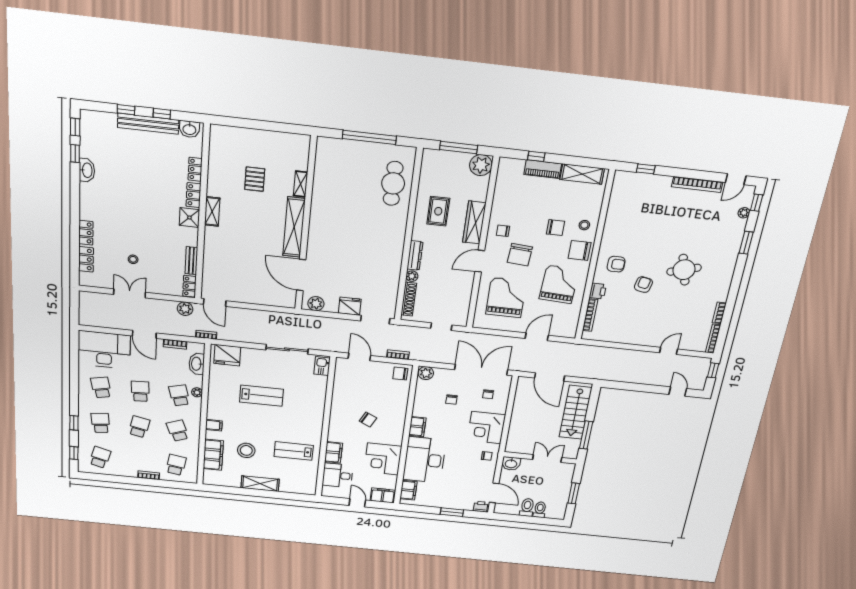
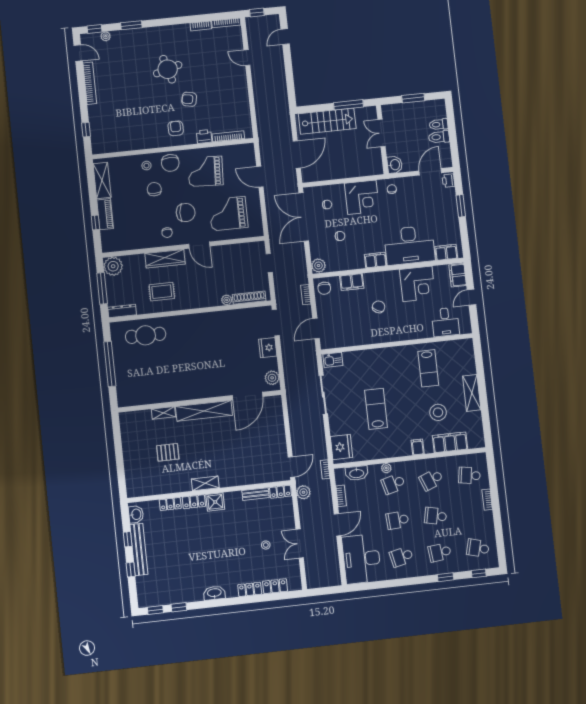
washbasin: (87, 170) -> (214, 593), moved
dresser: (415, 255) -> (122, 311), moved
filing cabinet: (333, 452) -> (352, 282), moved, turned 180

